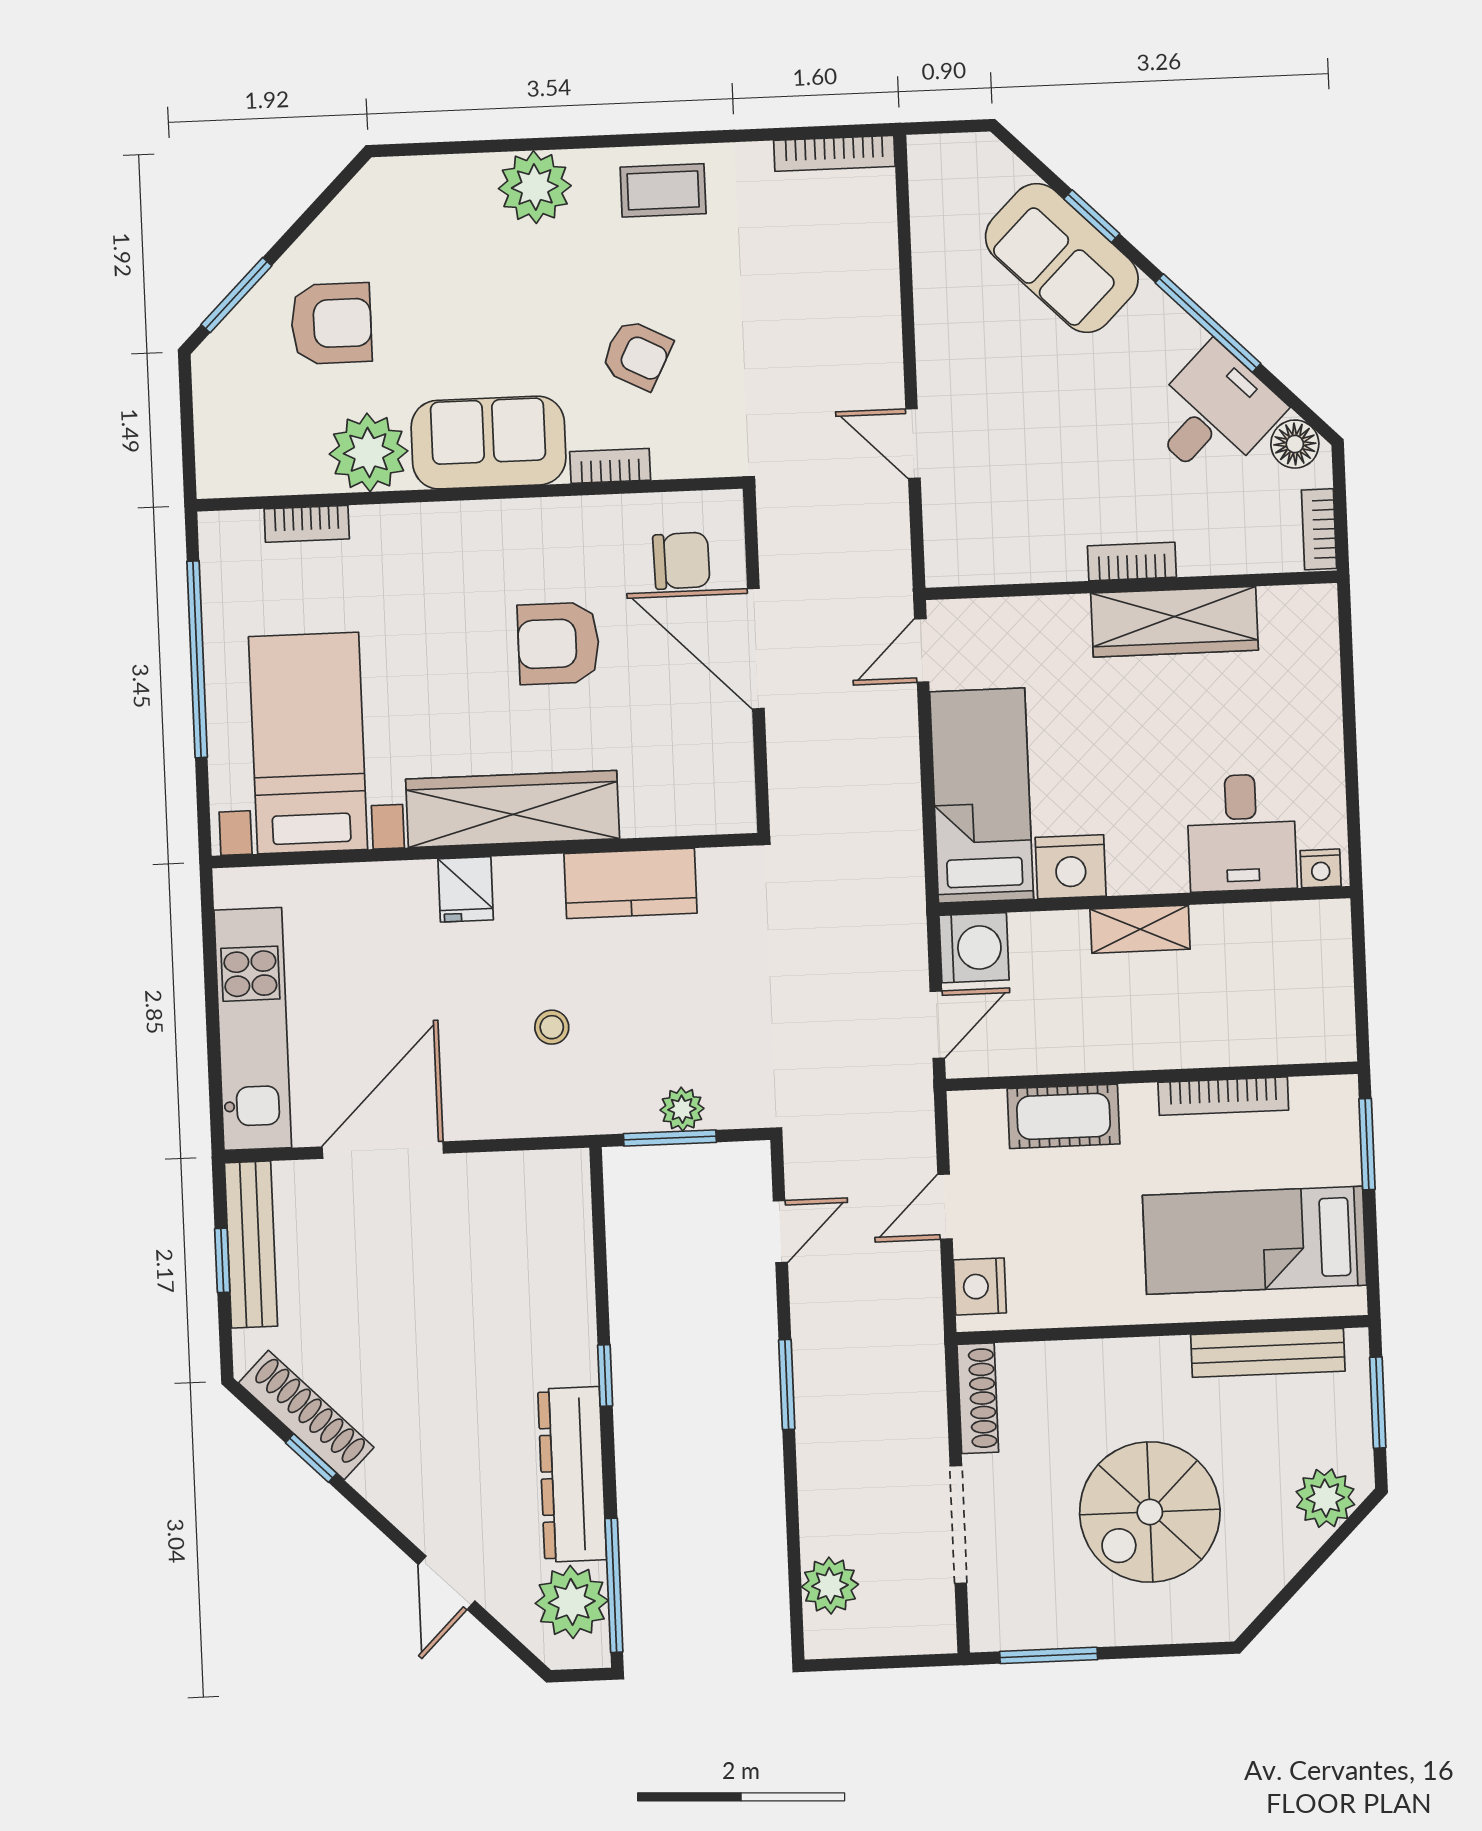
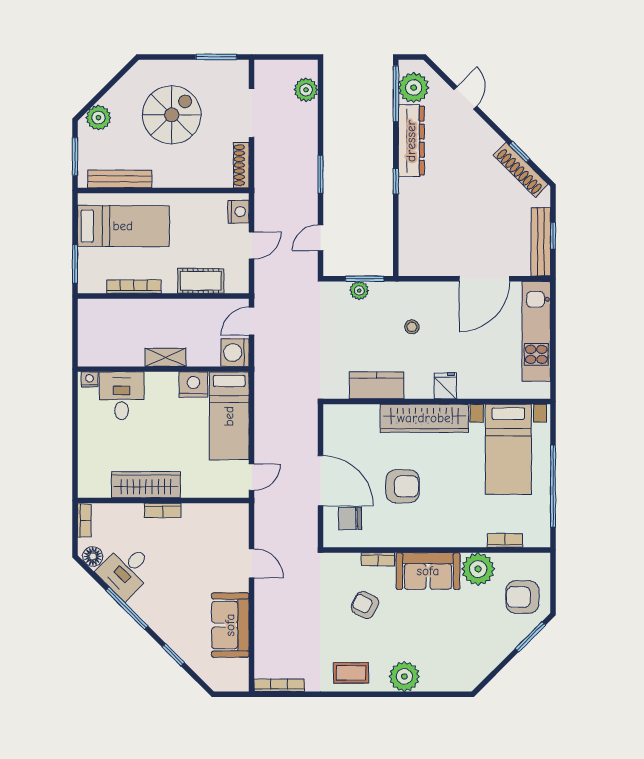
sofa: (1062, 258) -> (230, 625), moved, turned -135
armchair: (331, 323) -> (522, 597), moved

